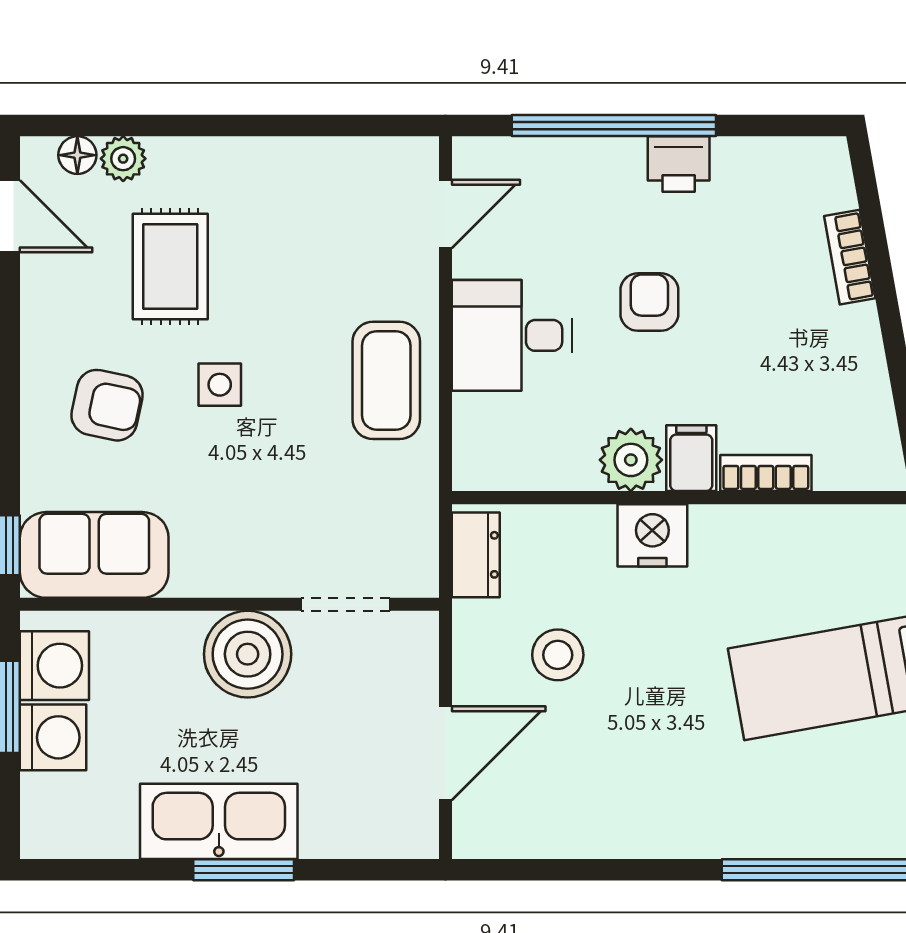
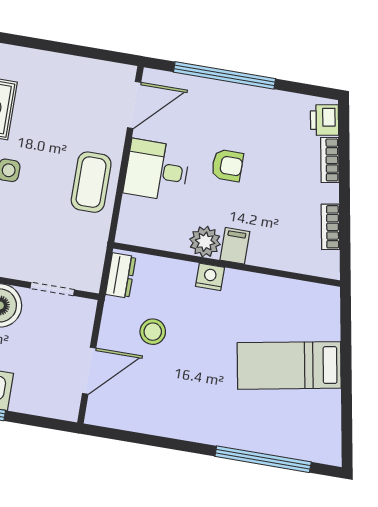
printer: (679, 164) -> (324, 120), moved, turned 80
door: (445, 214) -> (134, 105), width x1.38
armchair: (649, 302) -> (227, 165), turned 90
bookcase: (766, 473) -> (330, 227), moved, turned -100
nightstand: (652, 535) -> (210, 277), width x0.74, depth x0.75

